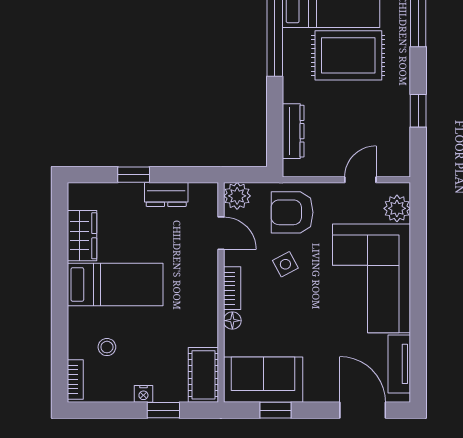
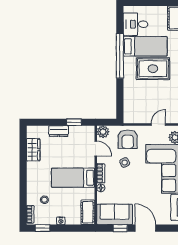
dresser: (293, 131) -> (128, 103), removed
window: (134, 175) -> (74, 122), moved
dresser: (166, 194) -> (59, 131), moved
armchair: (292, 212) -> (128, 139), turned -90
bed: (115, 284) -> (73, 178), moved, turned 180
window: (163, 410) -> (43, 228), moved
door: (363, 410) -> (145, 228), moved

